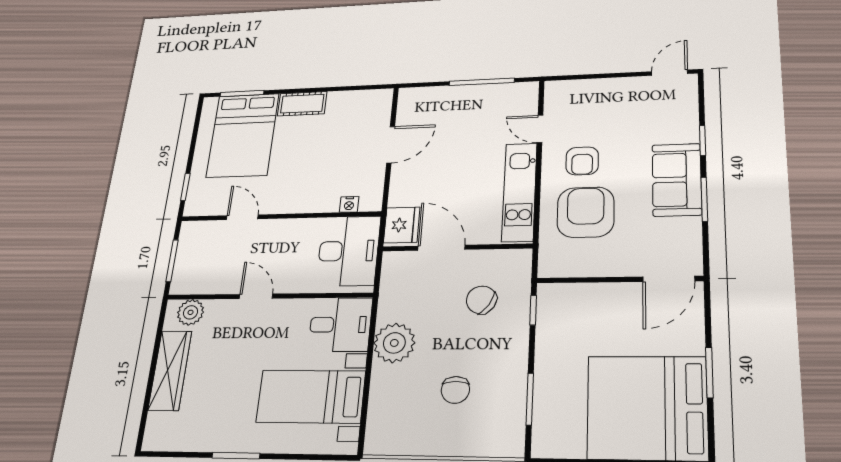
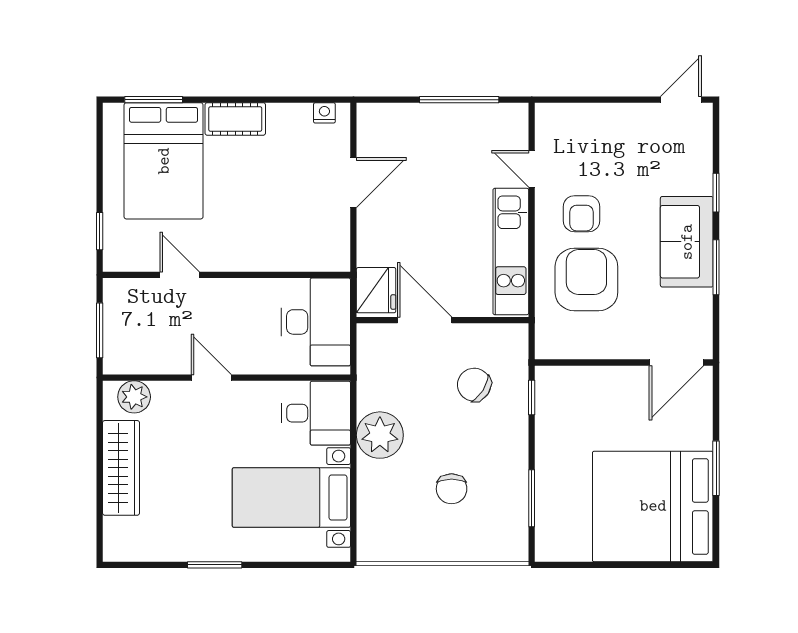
nightstand: (349, 204) -> (324, 113), moved, turned 180

